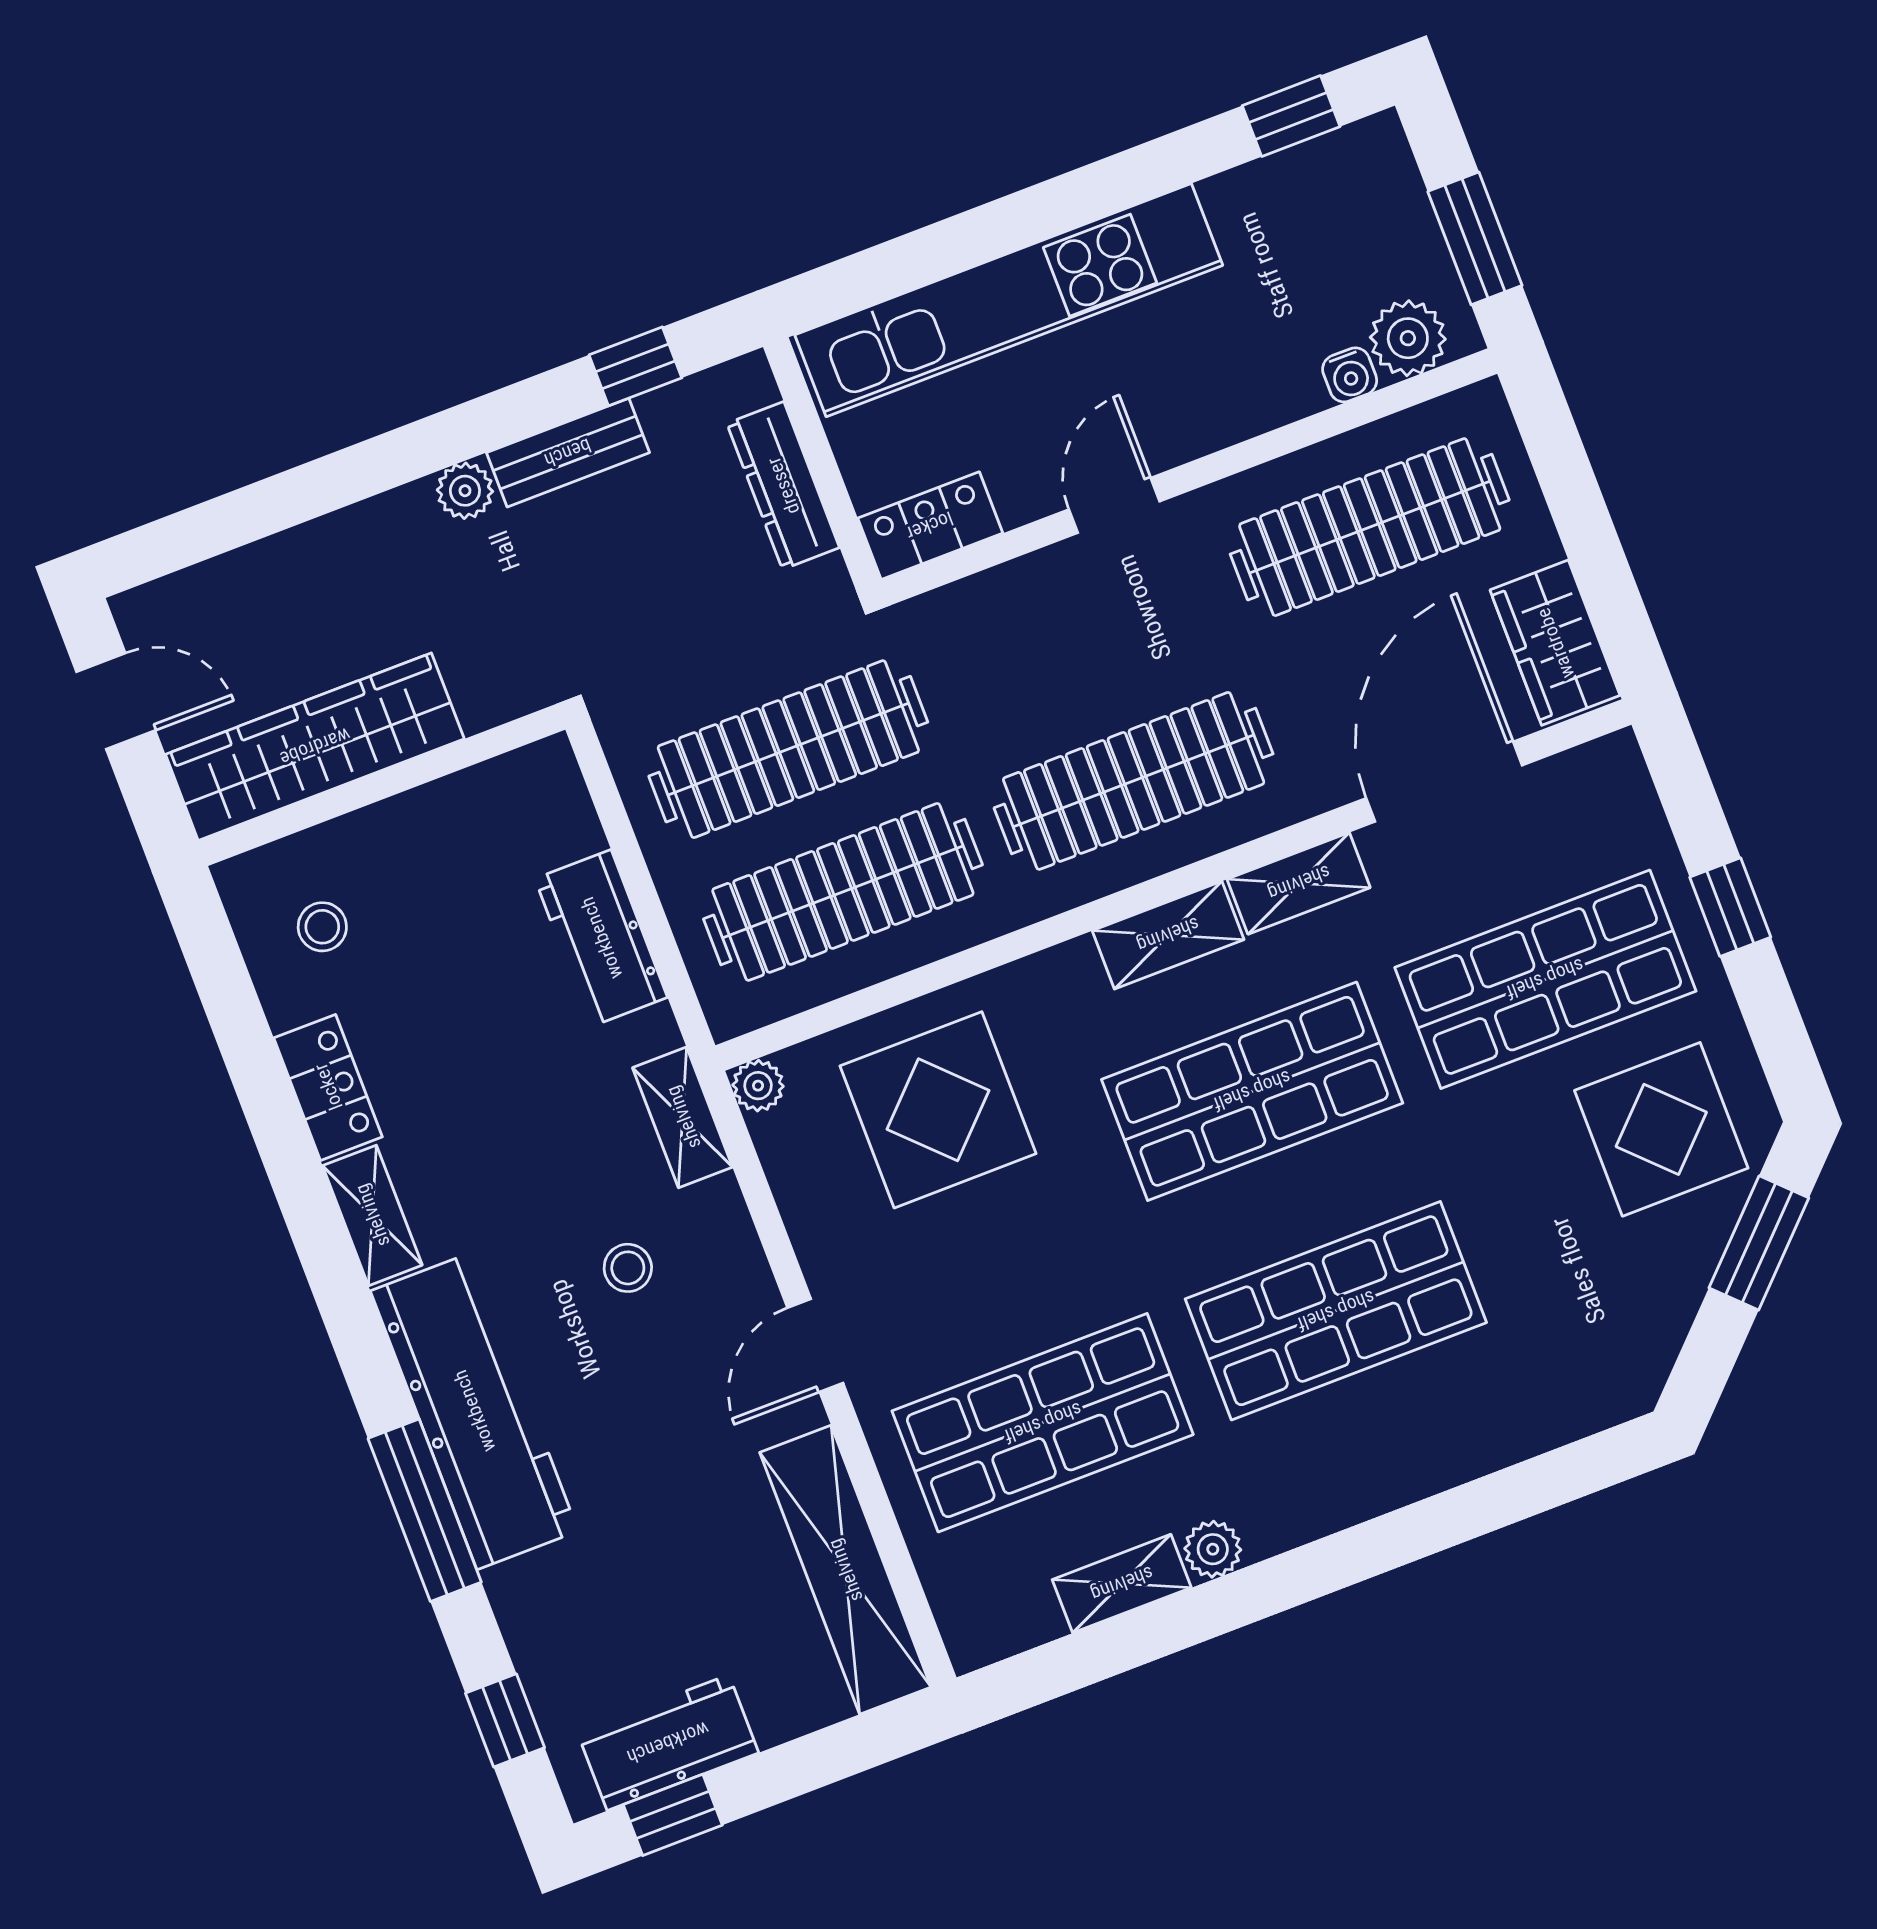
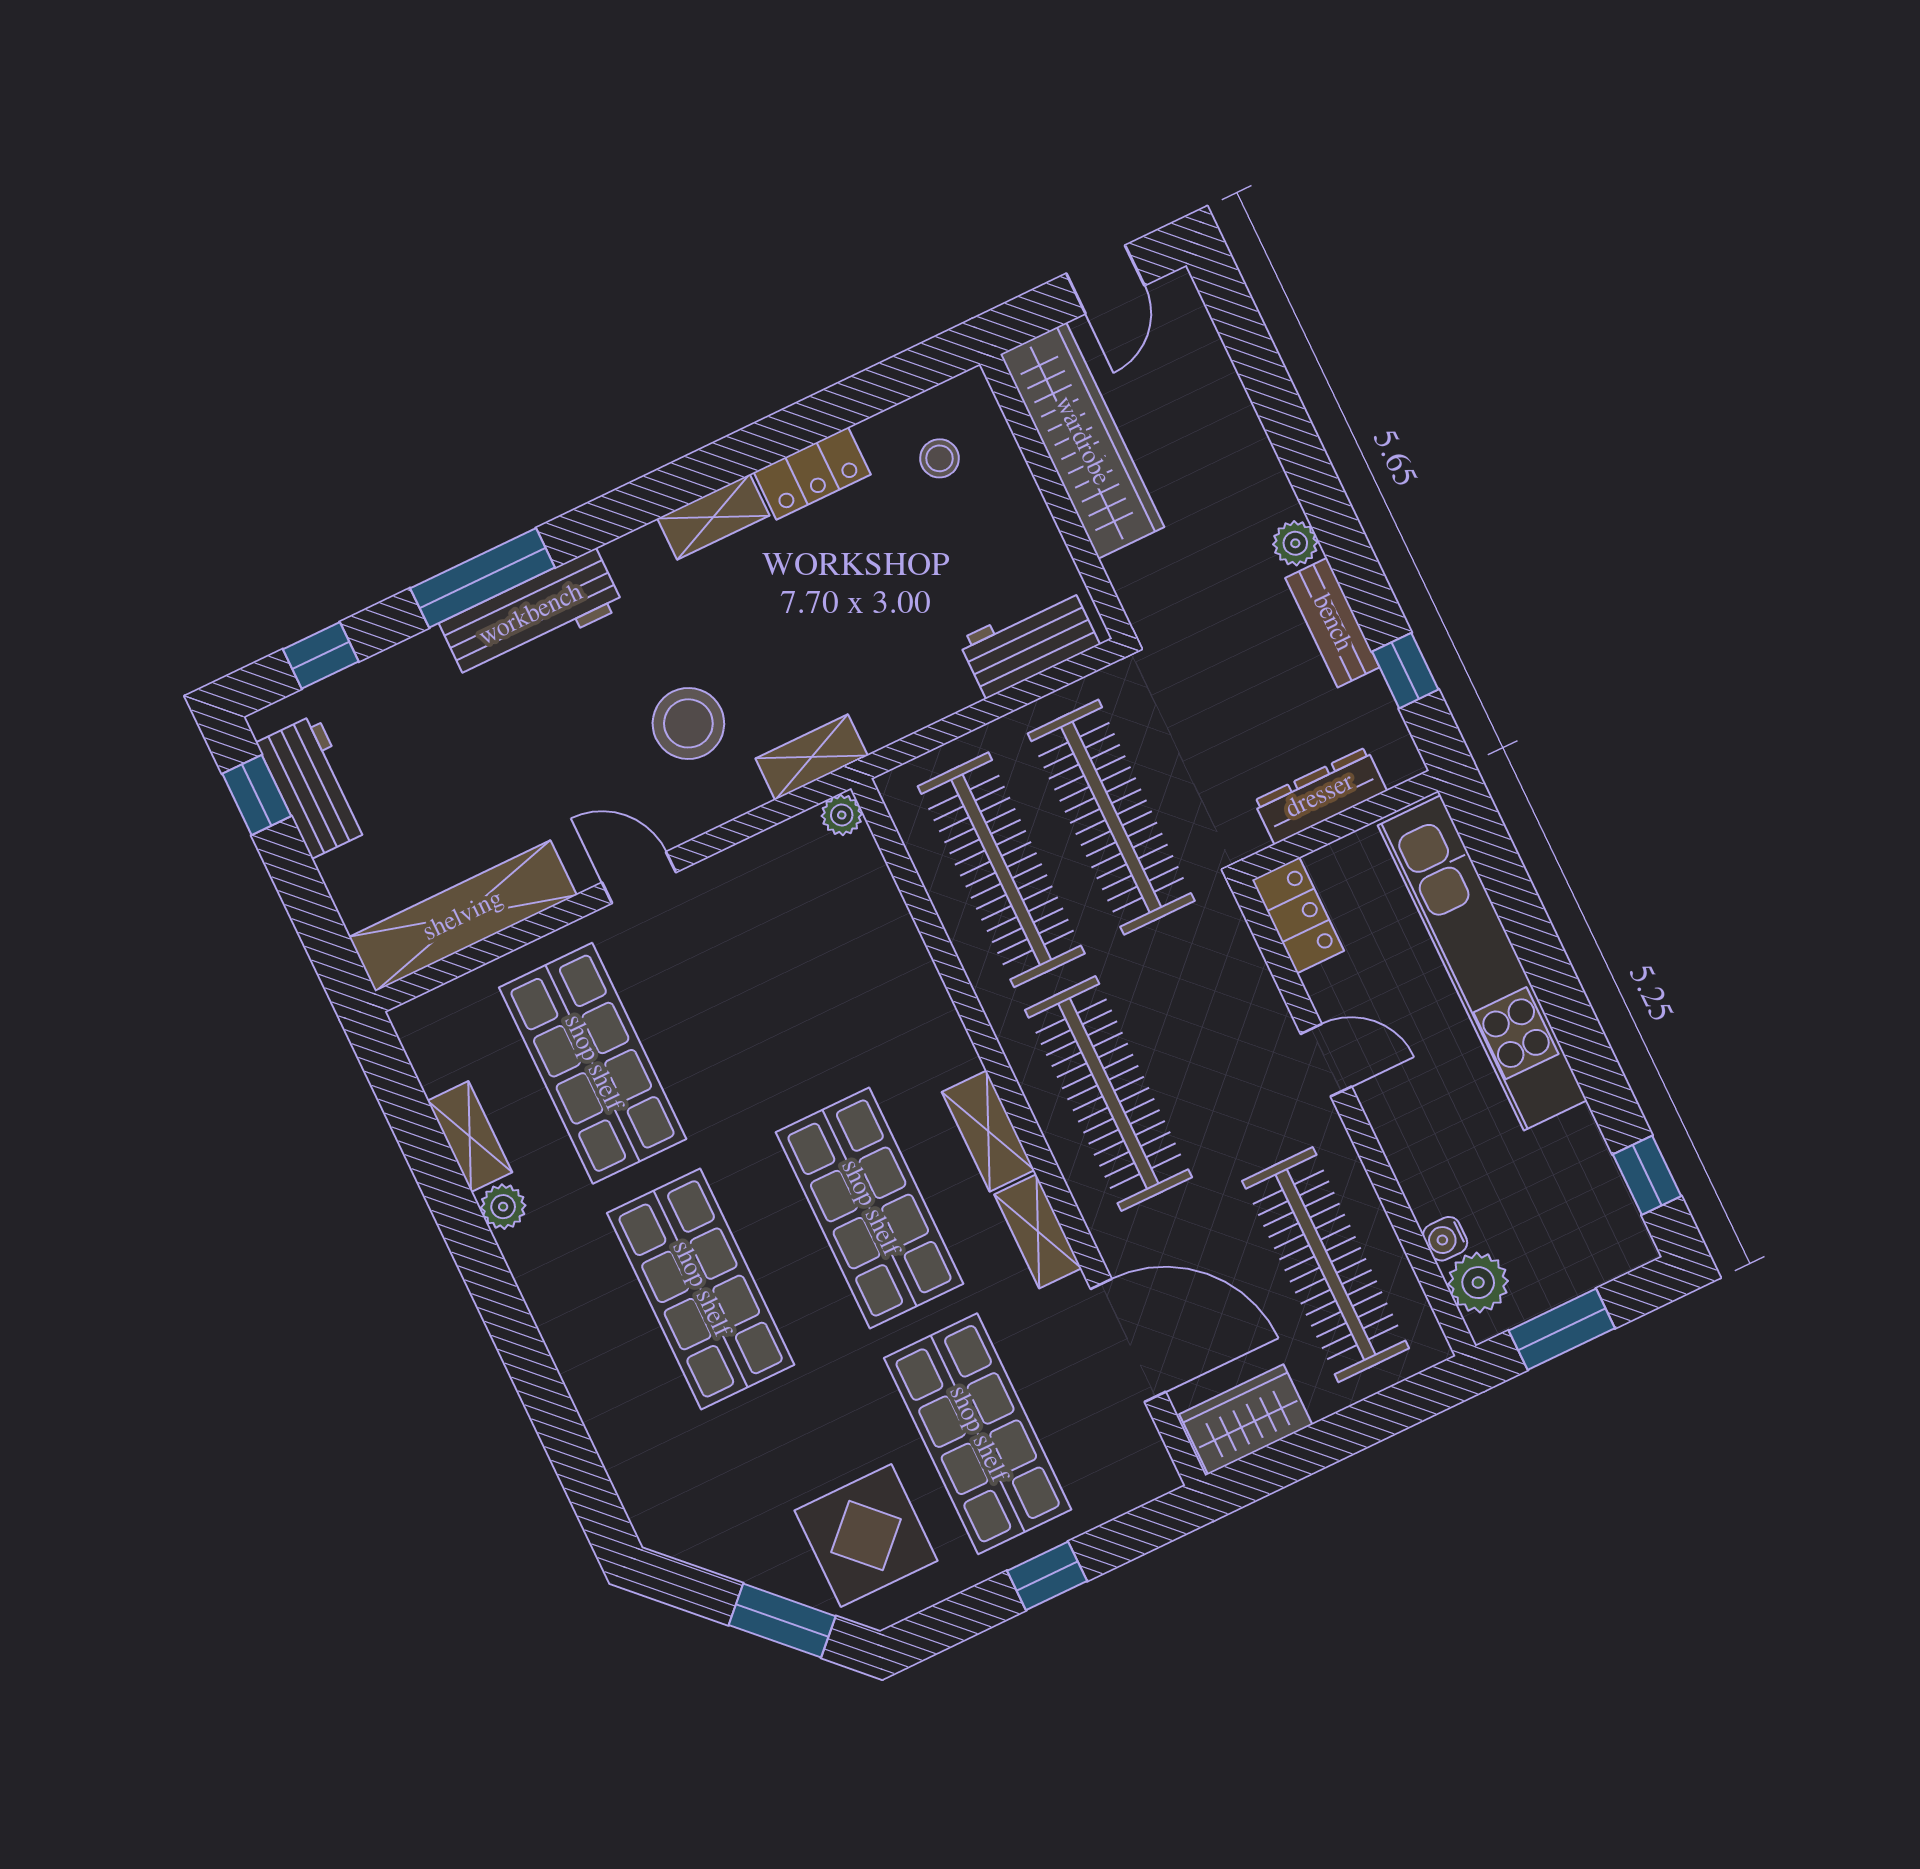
workbench: (601, 938) -> (1029, 642), moved
display table: (938, 1110) -> (834, 960), removed
stool: (628, 1268) -> (688, 723), width x1.89, depth x1.89
workbench: (474, 1411) -> (531, 615), width x0.73, depth x0.76

